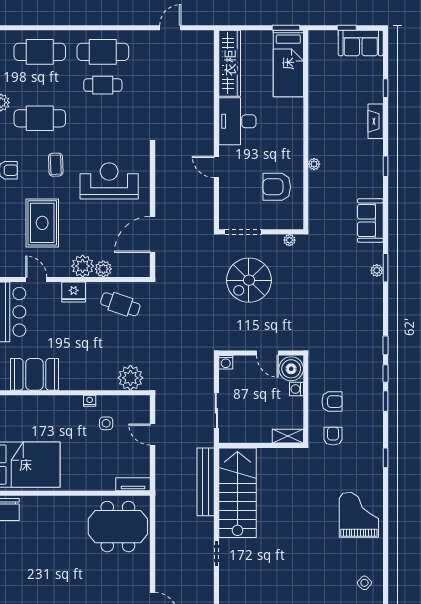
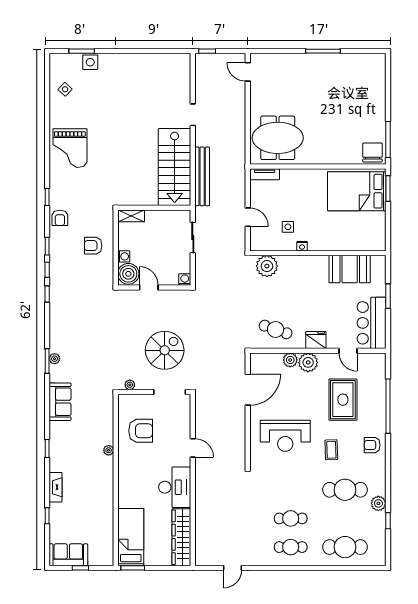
cafe table: (103, 52) -> (291, 547), width x0.73, depth x0.74
armchair: (333, 436) -> (60, 218), moved

